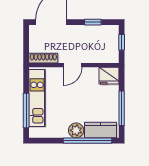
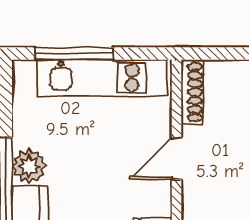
door: (73, 65) -> (177, 158), hinge flipped

